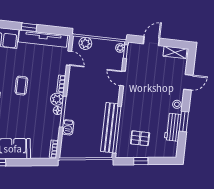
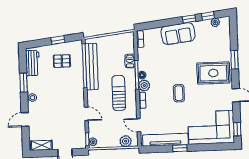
sun lounger: (85, 95) -> (119, 93), added
workbench: (173, 127) -> (33, 63), moved

